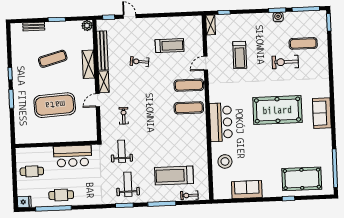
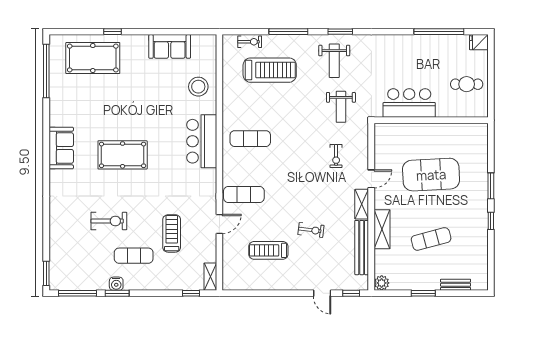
exercise mat: (303, 43) -> (134, 256), moved
exercise mat: (189, 108) -> (250, 139), moved
pool table: (277, 110) -> (123, 155), width x0.73, depth x0.76
cafe table: (61, 195) -> (427, 50), removed

